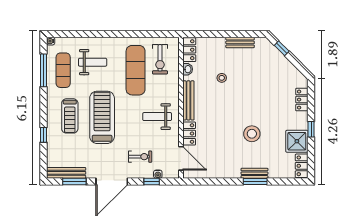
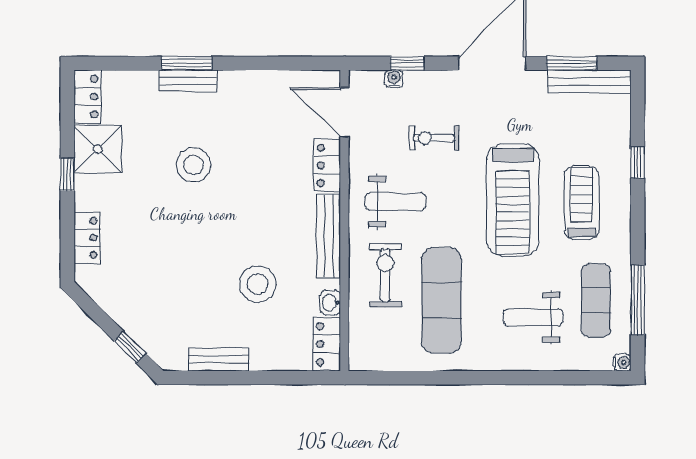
exercise bike: (160, 59) -> (385, 275), moved
stool: (222, 78) -> (258, 284), width x1.89, depth x1.89
exercise bike: (140, 157) -> (434, 138), moved

